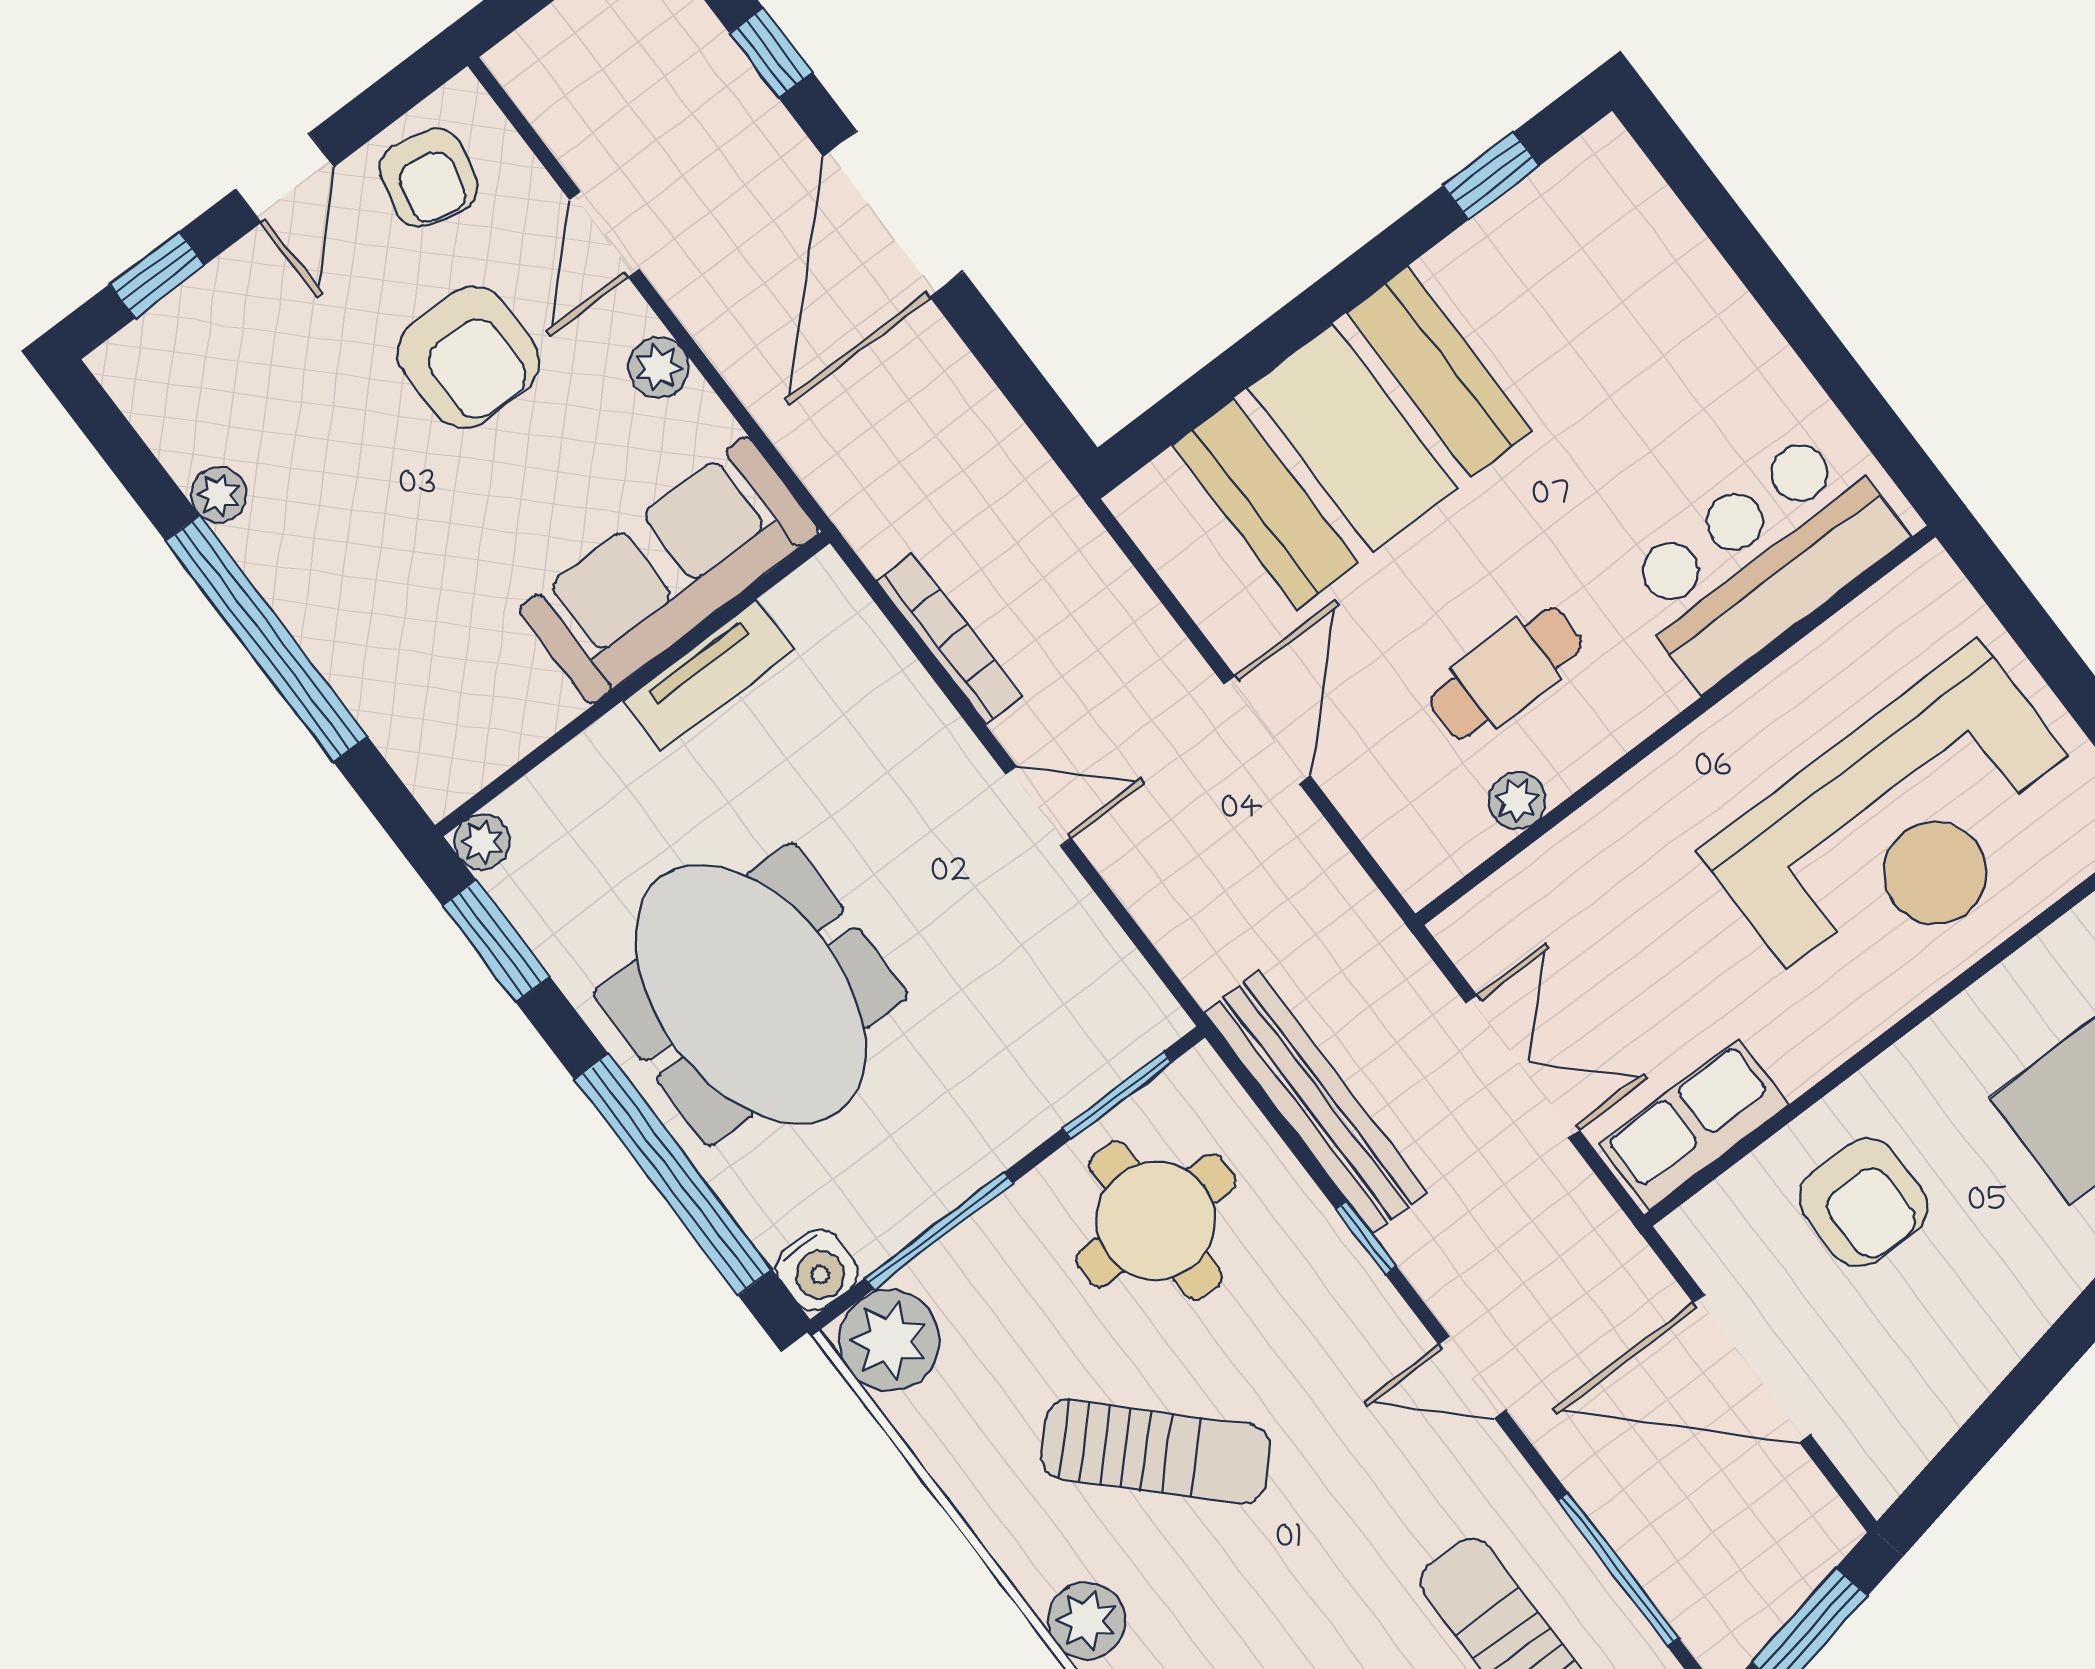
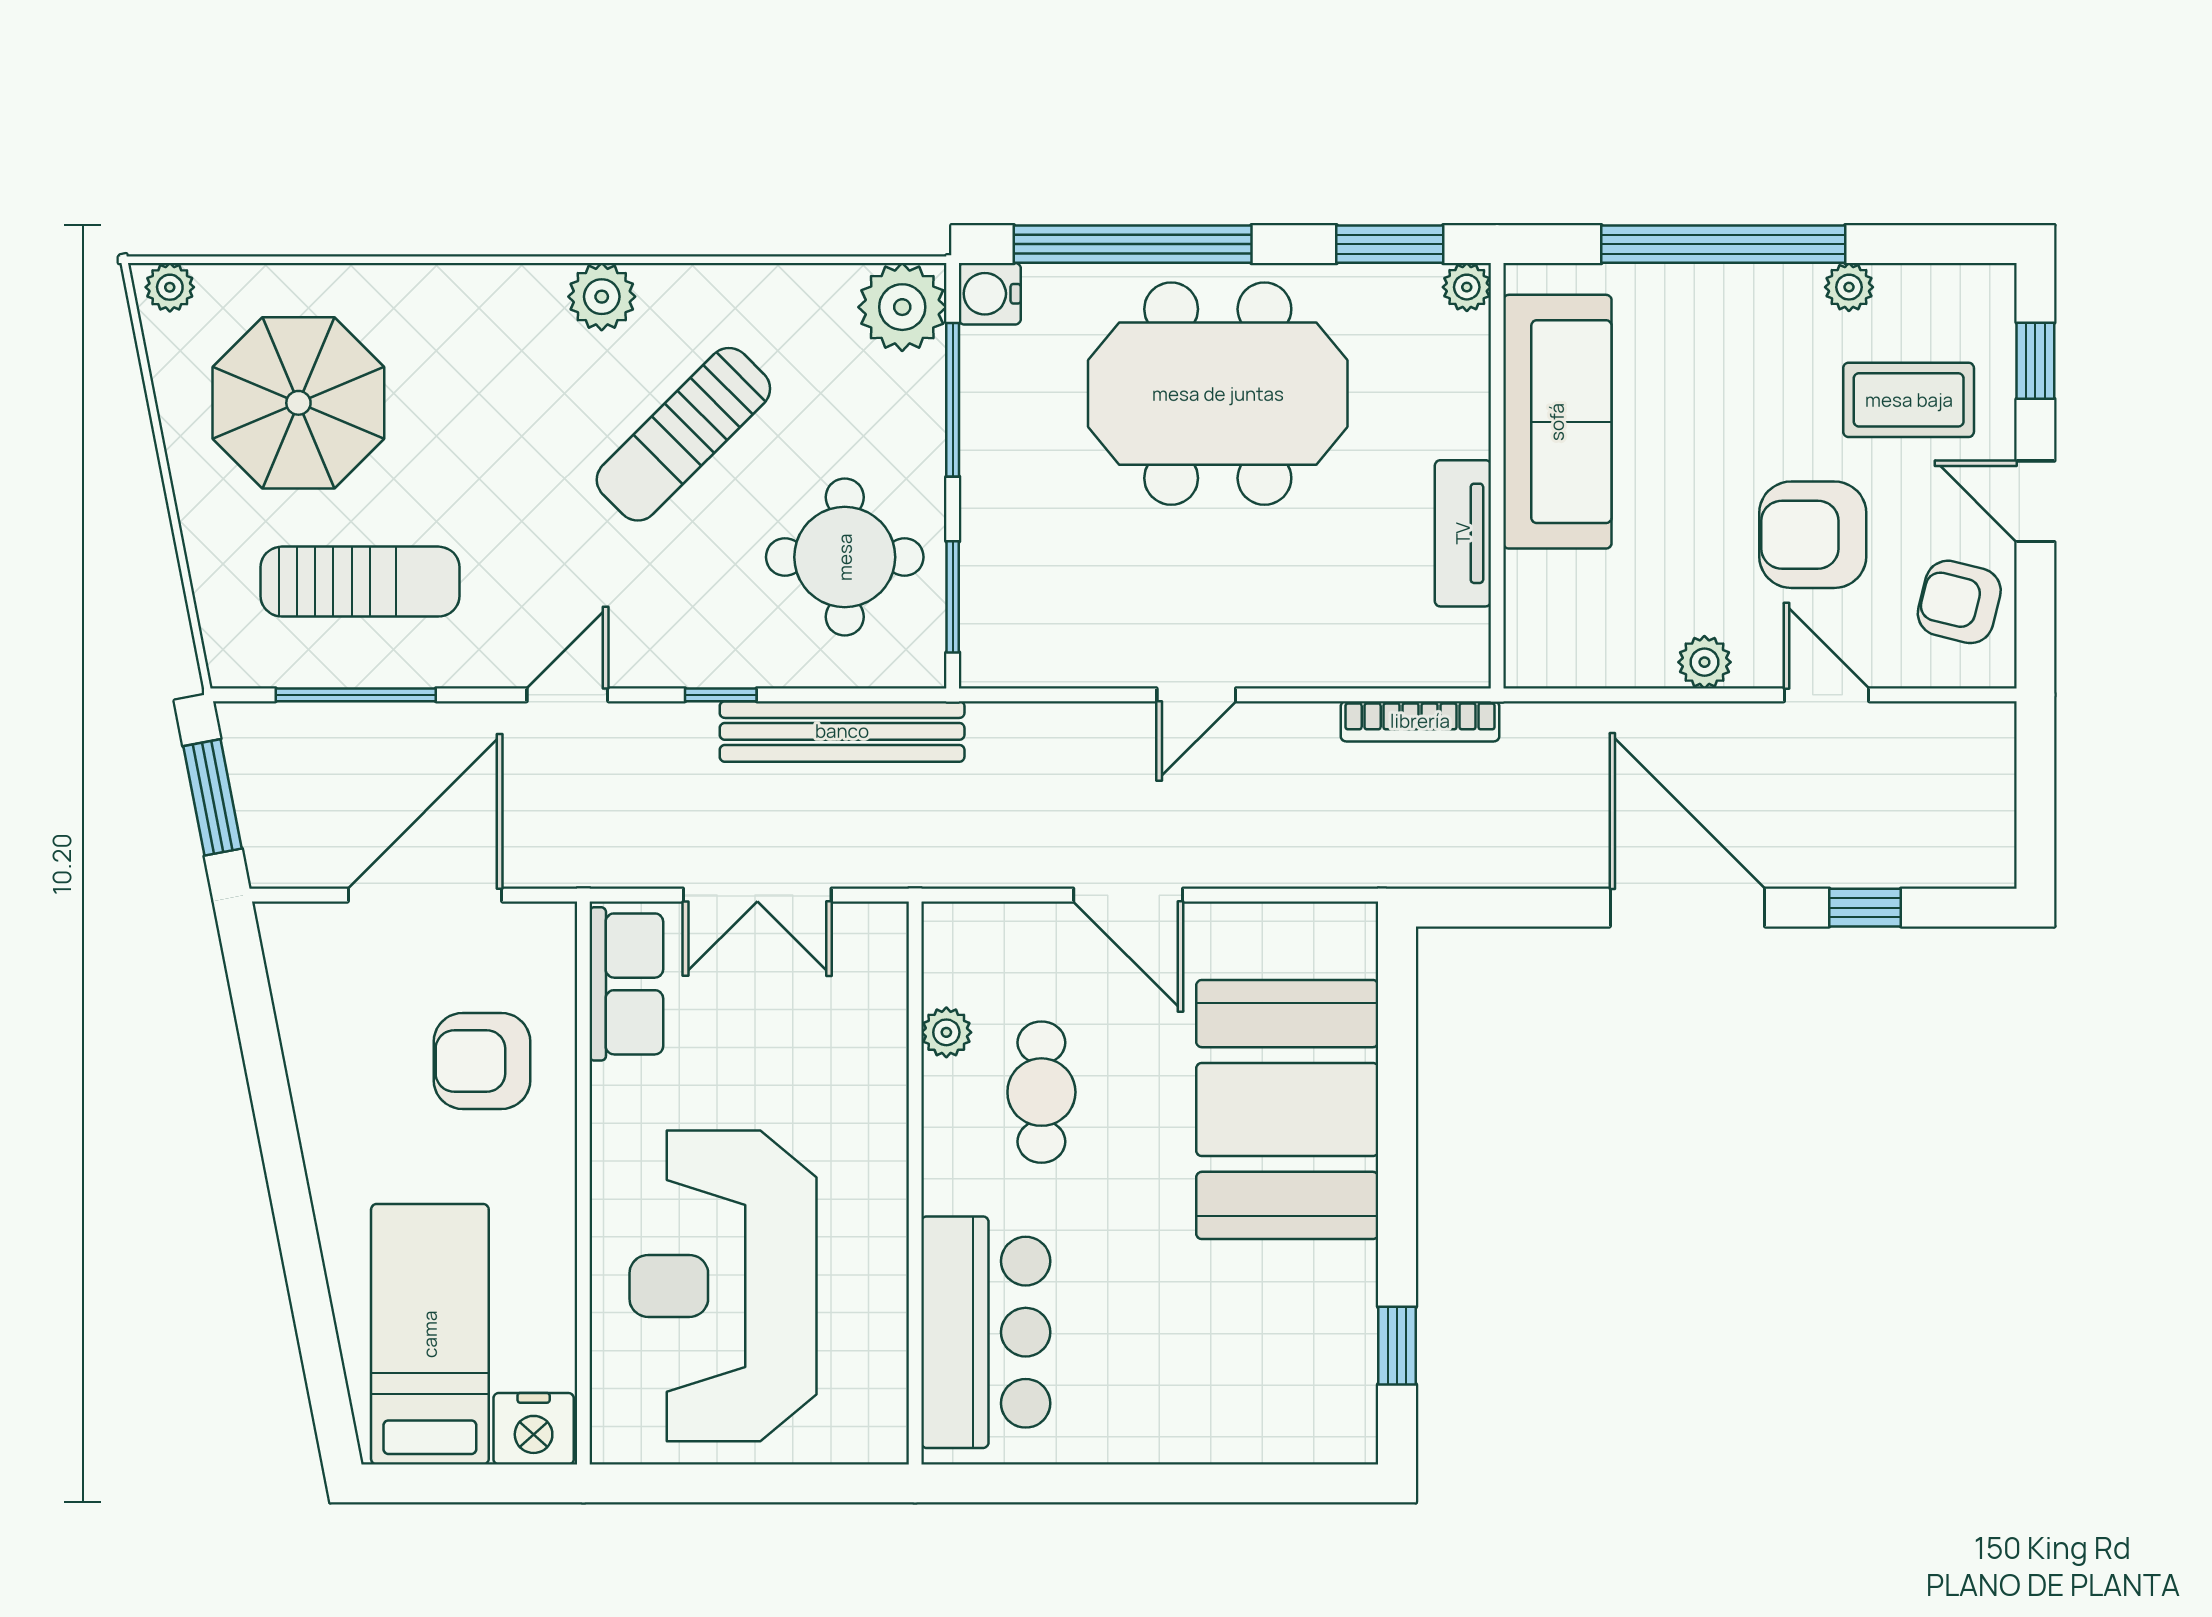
coffee table: (280, 363) -> (1909, 400), added
sofa: (669, 570) -> (1557, 422), moved
bookcase: (949, 639) -> (1420, 721), moved

